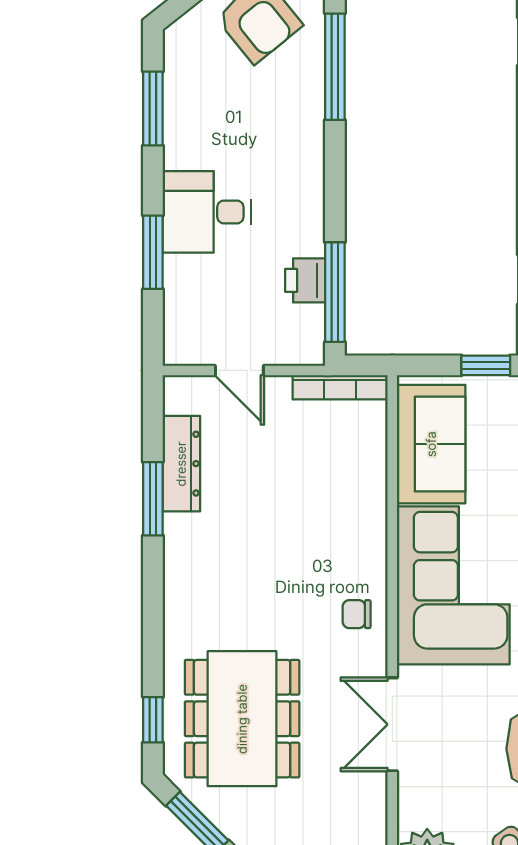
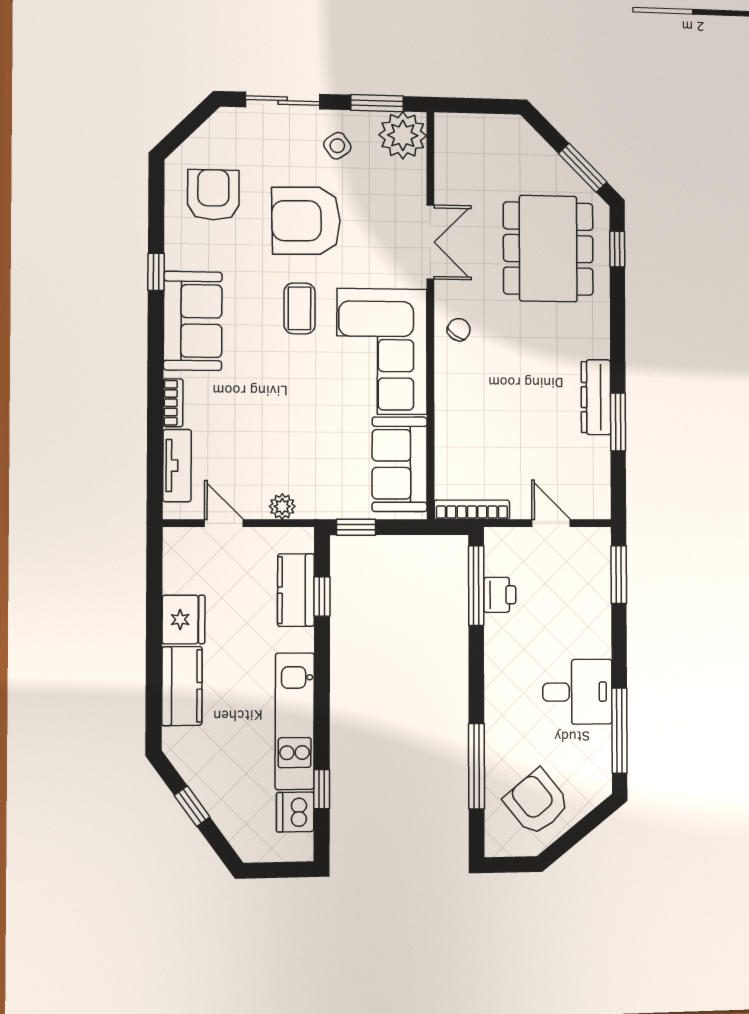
window: (153, 108) -> (619, 731), width x1.44
desk: (207, 212) -> (577, 692), moved
window: (153, 252) -> (619, 575), moved
dresser: (181, 464) -> (596, 397), moved
chair: (357, 614) -> (459, 330), turned -56

